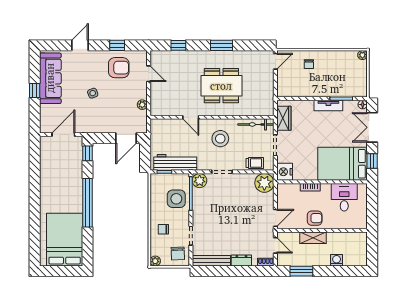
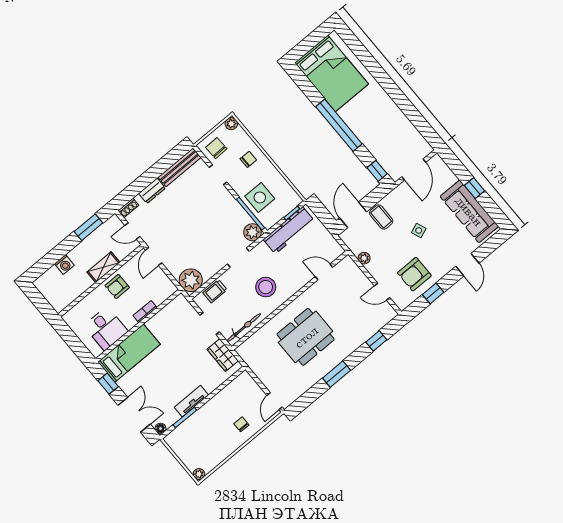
door: (191, 117) -> (324, 272), moved
coffee table: (109, 122) -> (381, 217), added
bed: (342, 164) -> (129, 353), width x0.67
nightstand: (285, 172) -> (181, 306), removed

